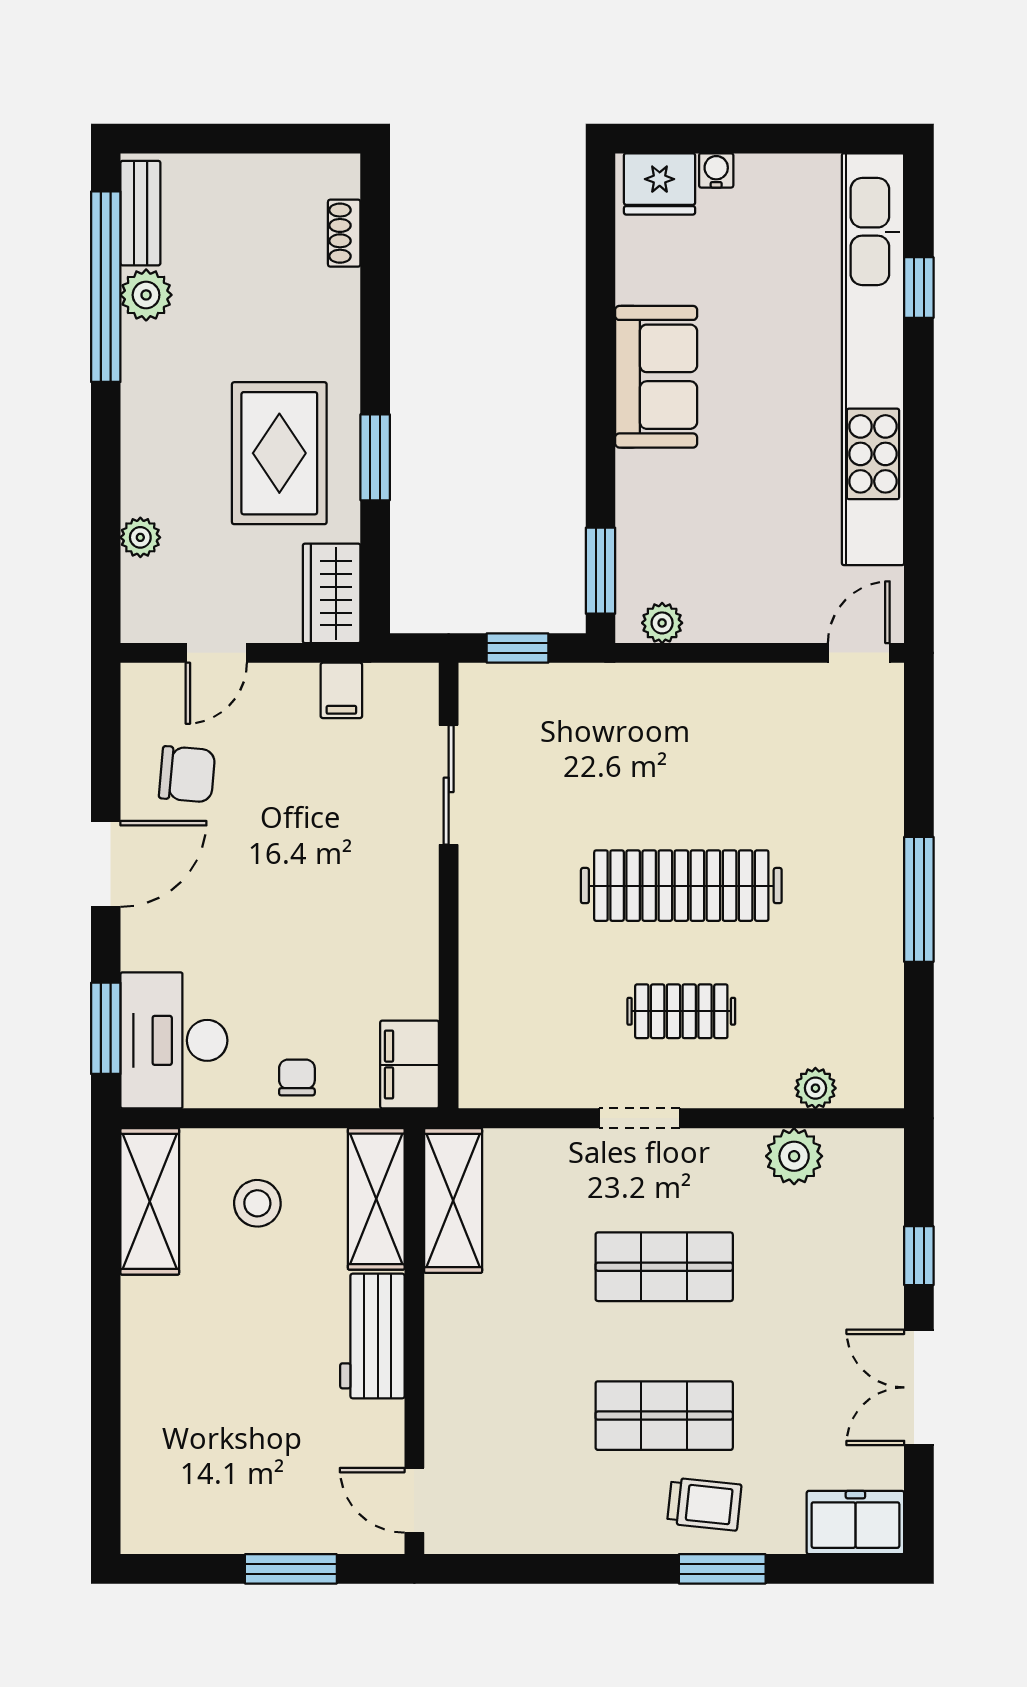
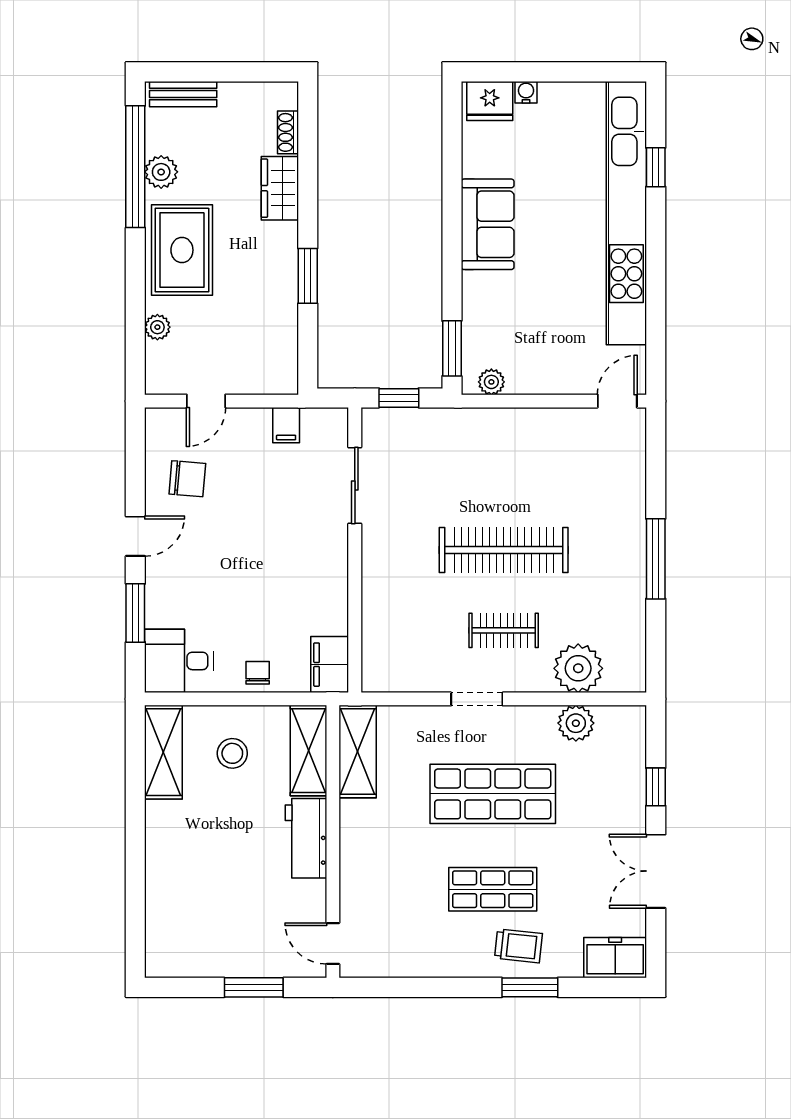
bench: (140, 213) -> (183, 94), moved, turned 90
rug: (279, 453) -> (182, 250), moved
wardrobe: (332, 593) -> (280, 188), moved
door: (106, 864) -> (135, 536), width x0.73
window: (106, 1028) -> (135, 613), moved
desk: (174, 1040) -> (179, 661), width x0.73
plant: (815, 1088) -> (578, 668), width x1.88, depth x1.88
shop shelf: (664, 1267) -> (493, 794), width x1.43, depth x1.36

